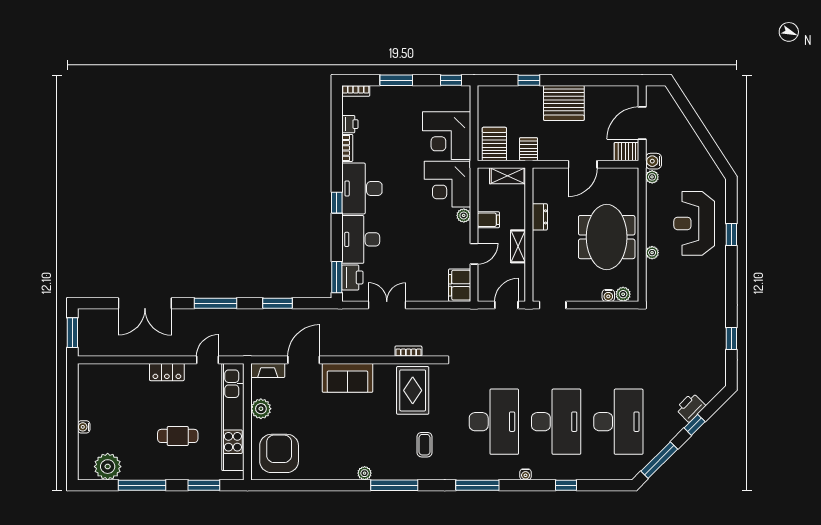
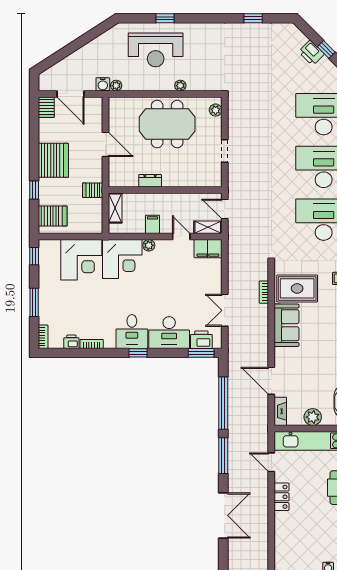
server rack: (494, 144) -> (53, 216), moved, turned 180
server rack: (626, 152) -> (46, 107), moved
desk: (362, 188) -> (132, 332), width x0.73
shelving: (518, 246) -> (208, 227), moved
water cooler: (608, 295) -> (217, 123), removed
window: (277, 303) -> (223, 403), width x2.11
doorway: (553, 305) -> (225, 151), moved
sofa: (347, 378) -> (287, 325), moved

